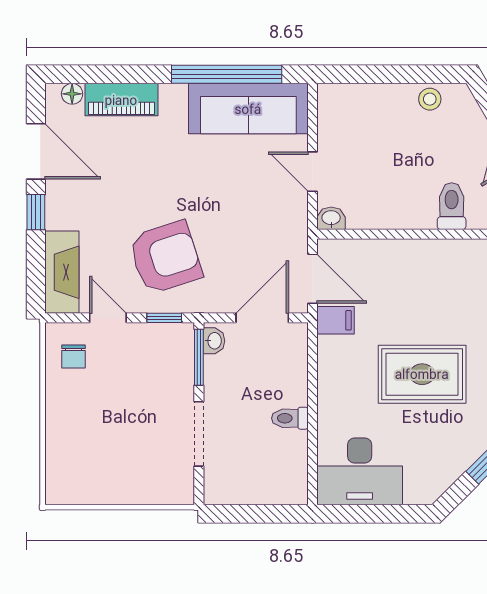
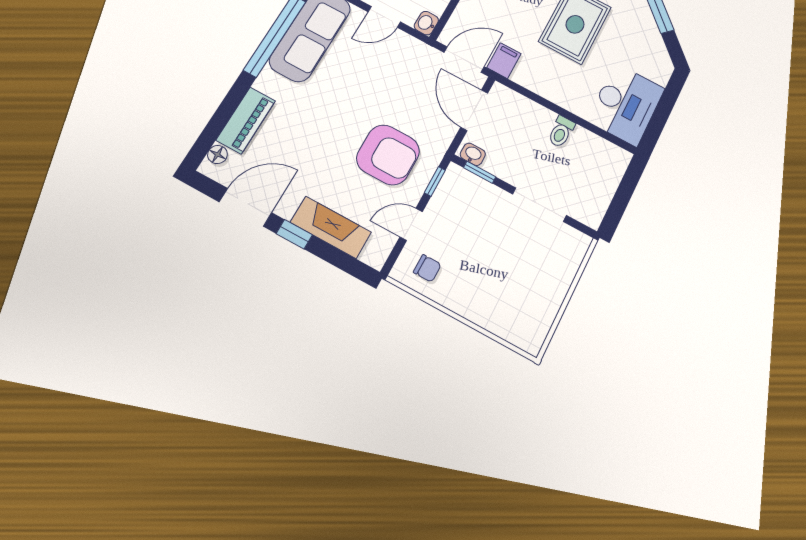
armchair: (165, 257) -> (388, 155), turned 108
fireplace: (62, 272) -> (331, 227), moved
window: (199, 357) -> (480, 172), width x0.67

